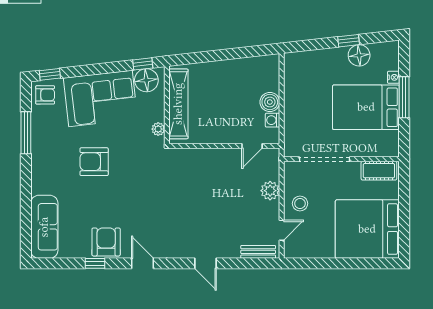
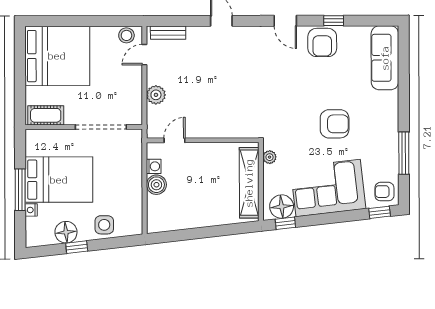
side table: (321, 63) -> (104, 225), added
stool: (300, 204) -> (126, 35), moved

